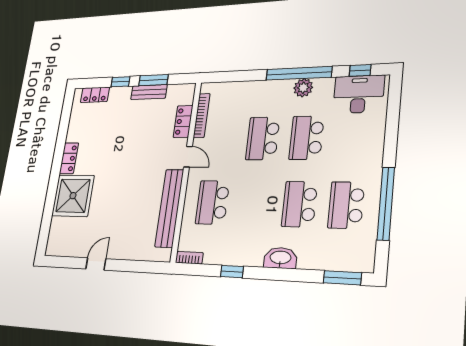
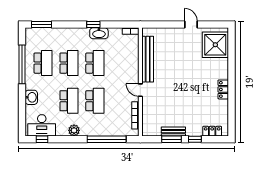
window: (299, 73) -> (107, 139), moved
locker: (183, 121) -> (147, 112), removed
washbasin: (373, 143) -> (31, 97), added
shower: (73, 196) -> (215, 45), moved
school desk: (212, 202) -> (95, 63), moved
washbasin: (280, 258) -> (99, 33), moved
door: (96, 264) -> (191, 25), swing flipped
window: (232, 272) -> (93, 25), moved

